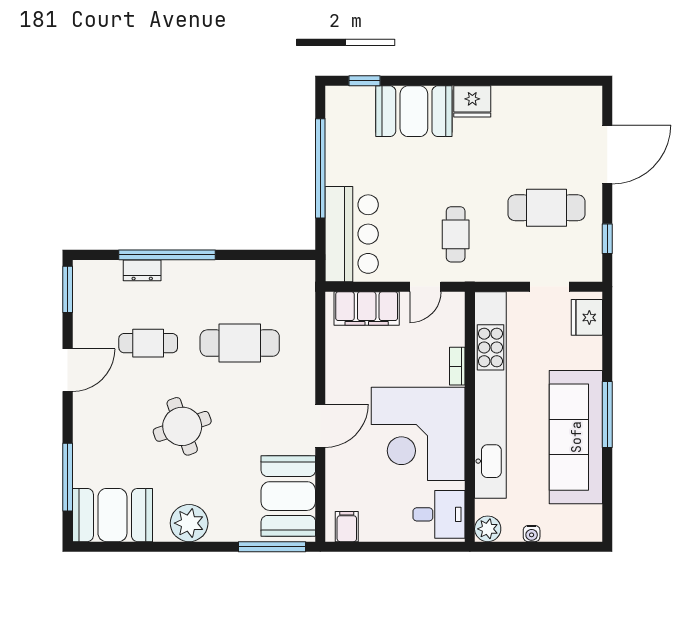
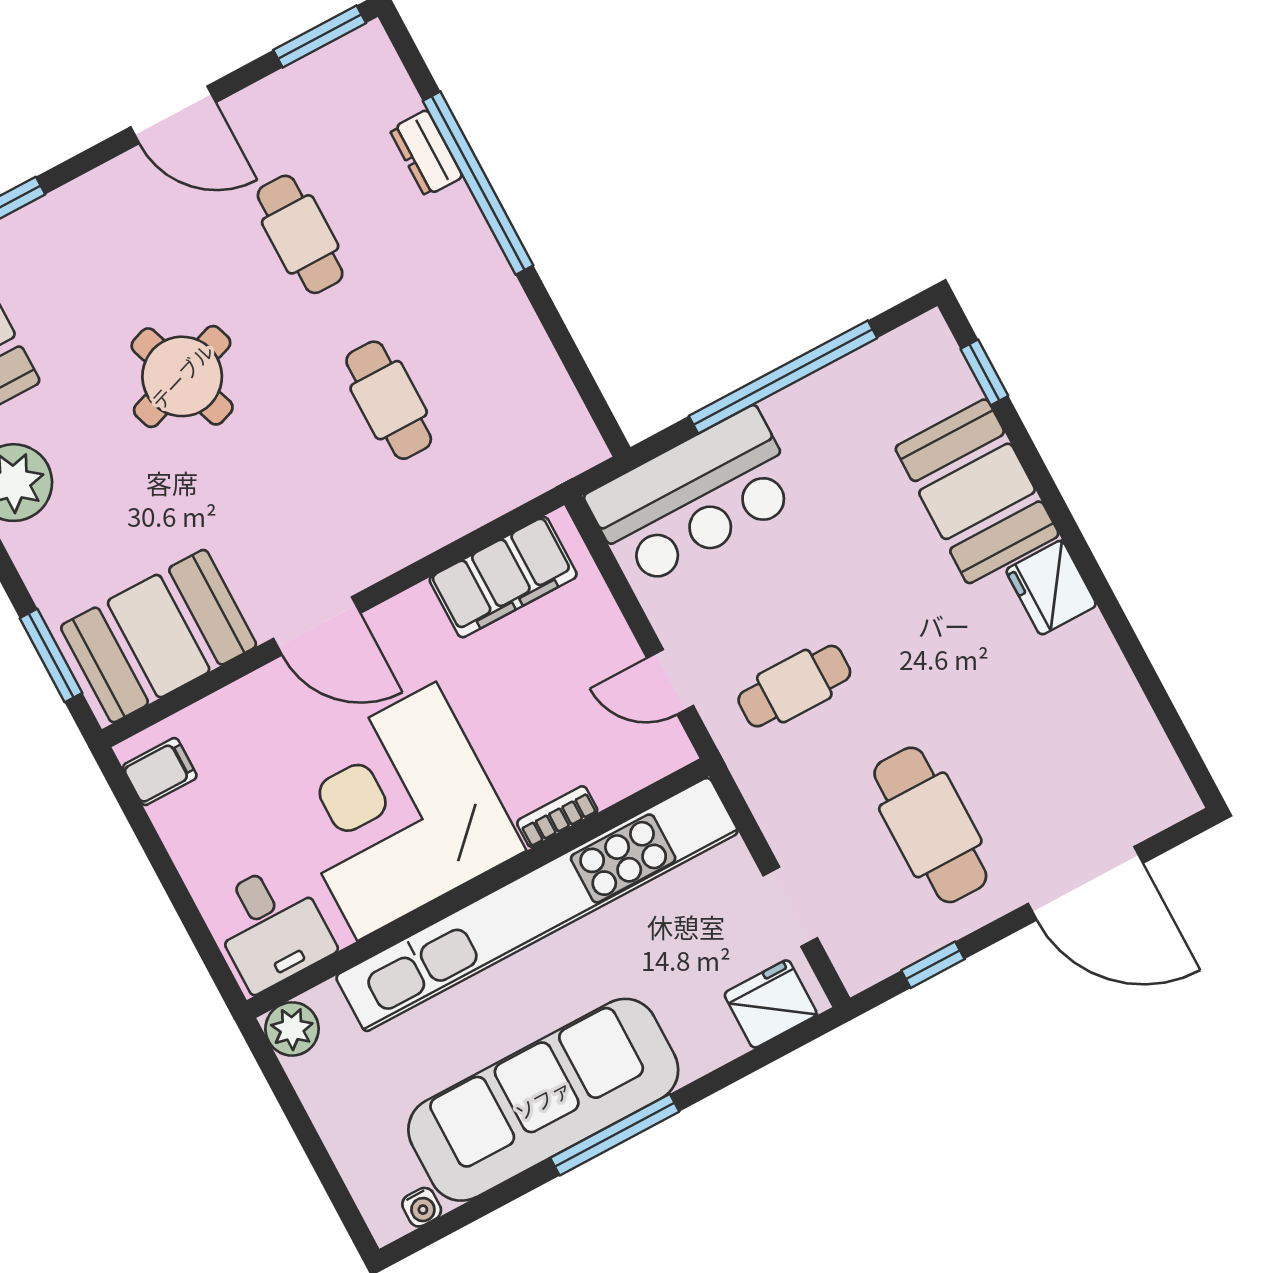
filing cabinet: (367, 309) -> (503, 577), moved, turned -90
cafe table: (240, 343) -> (389, 400), width x0.73, depth x0.74
water cooler: (532, 534) -> (422, 1207), moved, turned -90
window: (272, 547) -> (51, 656), width x0.69

